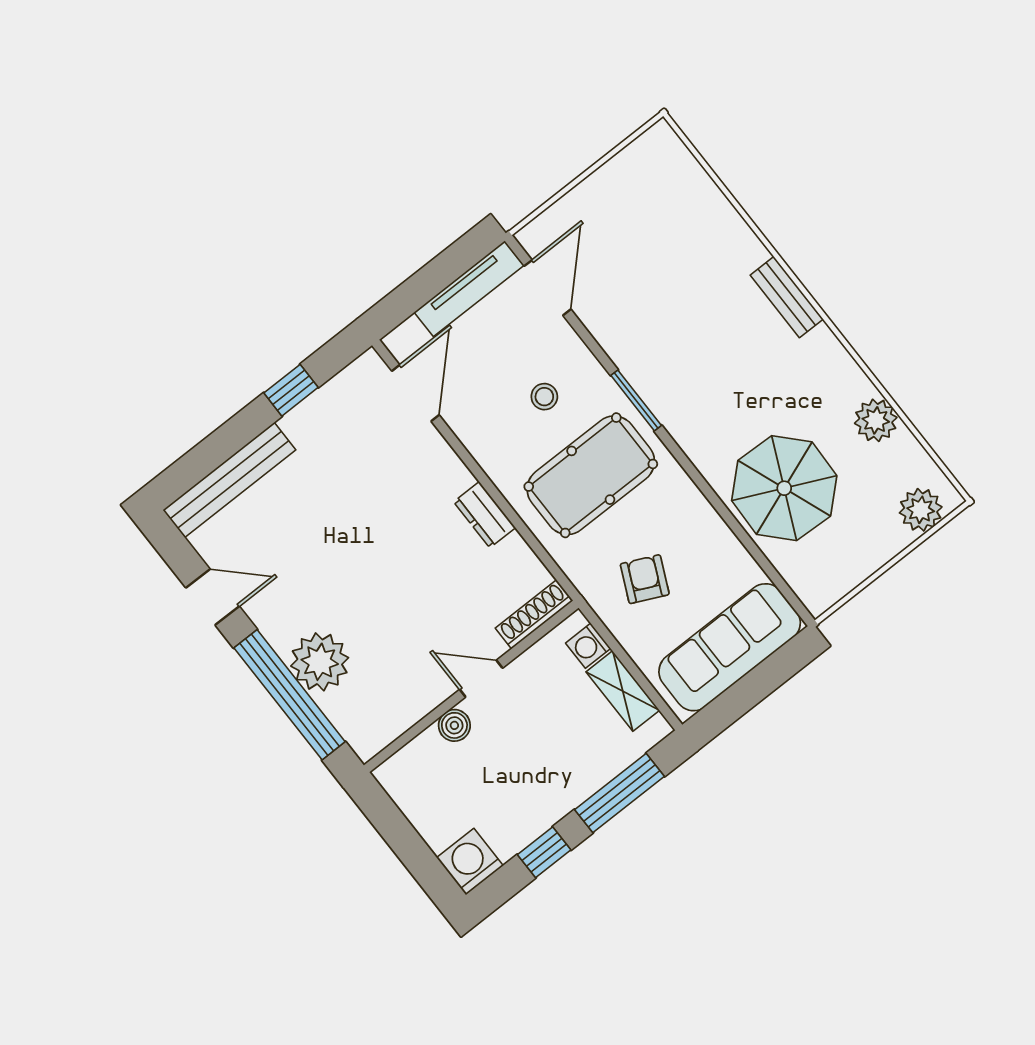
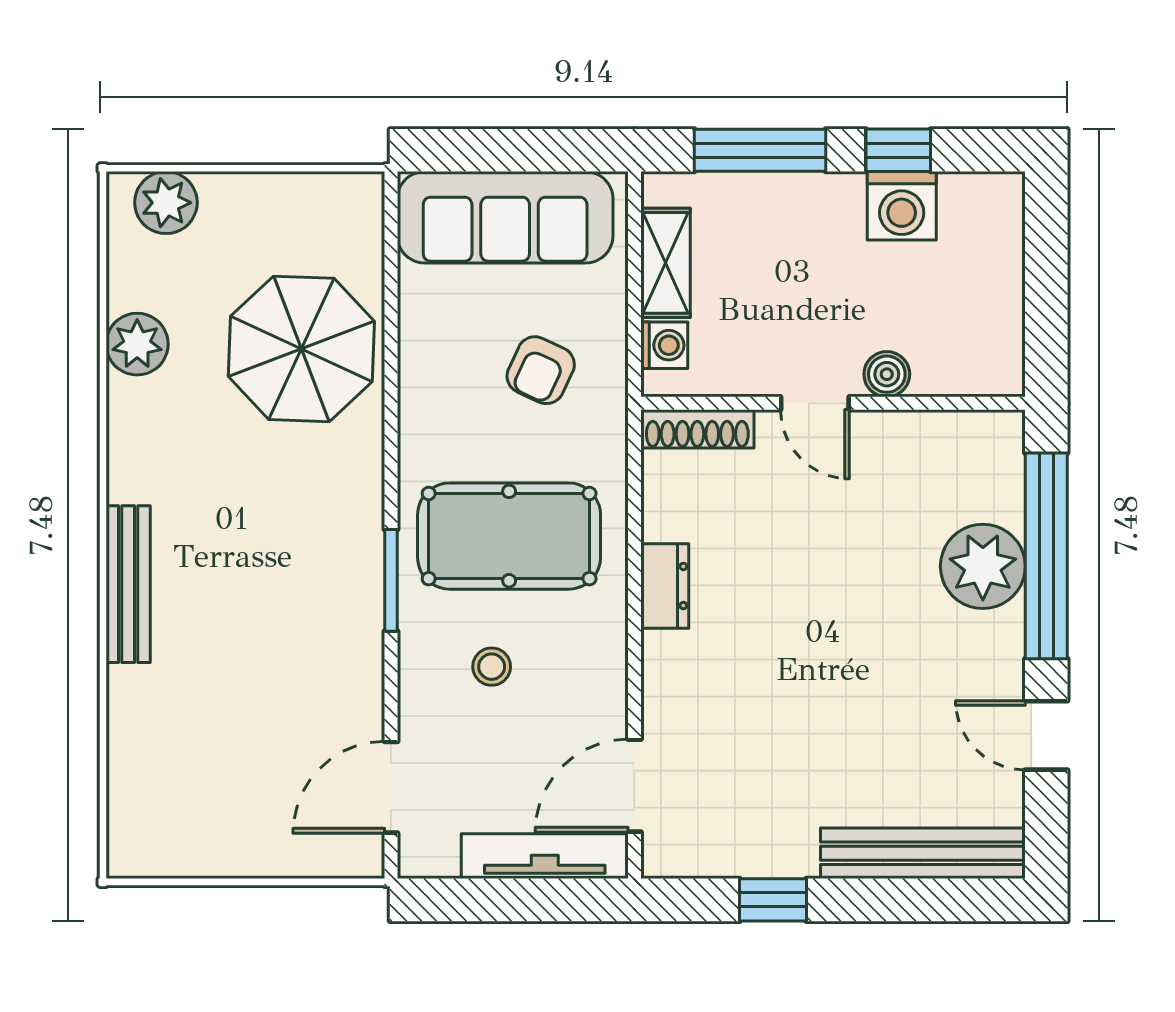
tv unit: (469, 289) -> (545, 856), moved
bench: (787, 297) -> (128, 584), width x1.36
washing machine: (470, 862) -> (902, 206), moved

